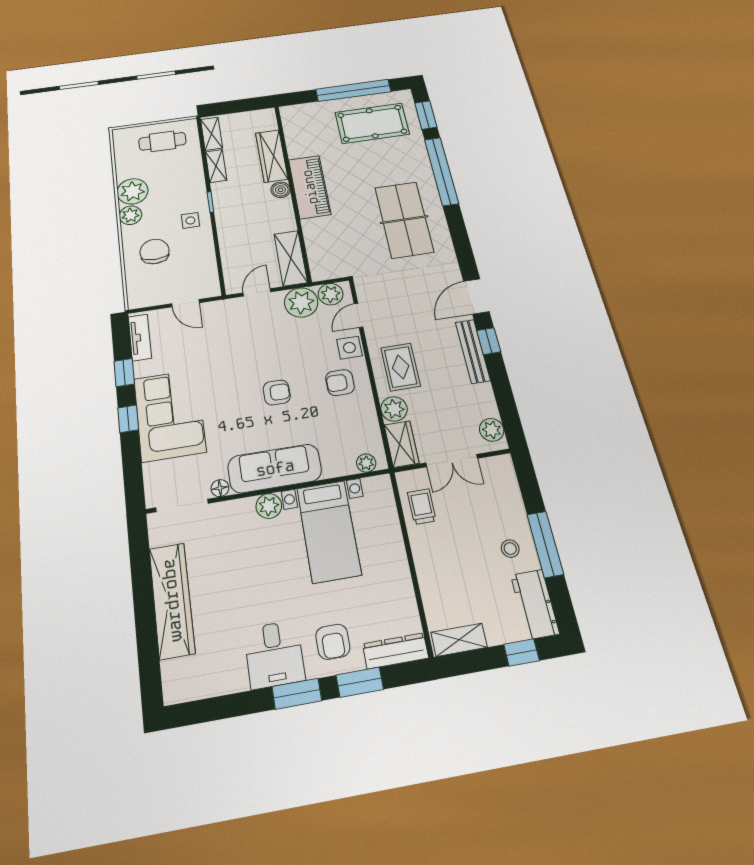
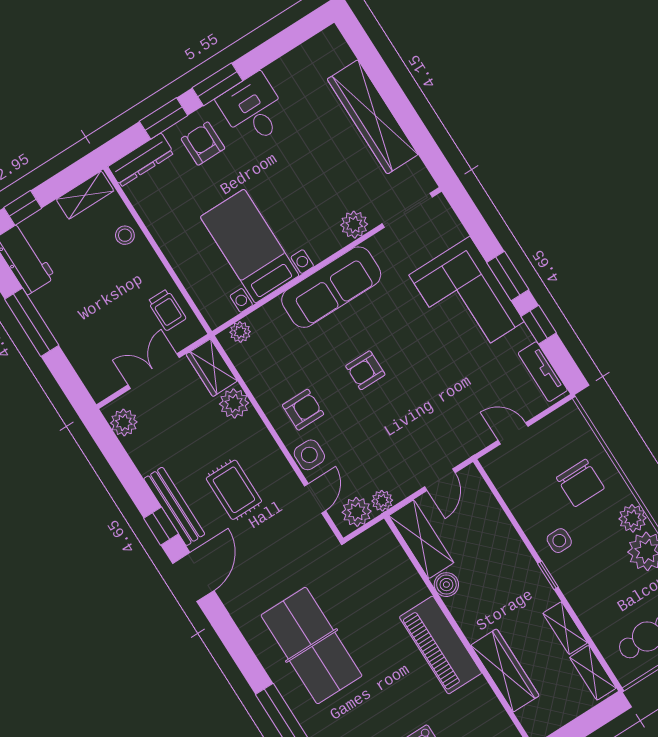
boiler: (281, 190) -> (446, 585), moved
plant: (301, 302) -> (382, 501), width x0.53, depth x0.53
rug: (401, 367) -> (234, 490), moved
window: (128, 419) -> (508, 276), width x1.50
floor lamp: (220, 488) -> (377, 244), removed
plant: (269, 506) -> (354, 225), moved
stool: (510, 549) -> (125, 235), moved

